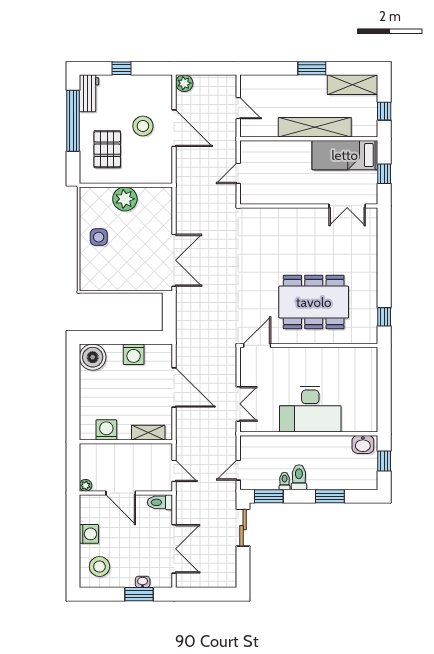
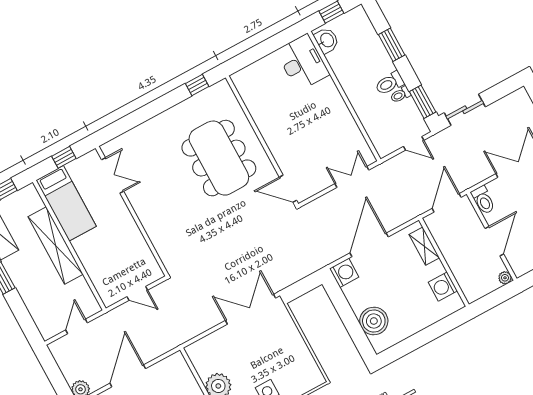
washing machine: (134, 354) -> (344, 273), moved
boiler: (93, 357) -> (374, 321), moved
desk: (310, 409) -> (303, 63), moved, width x0.73, depth x0.77
door: (174, 471) -> (447, 203), width x1.38

